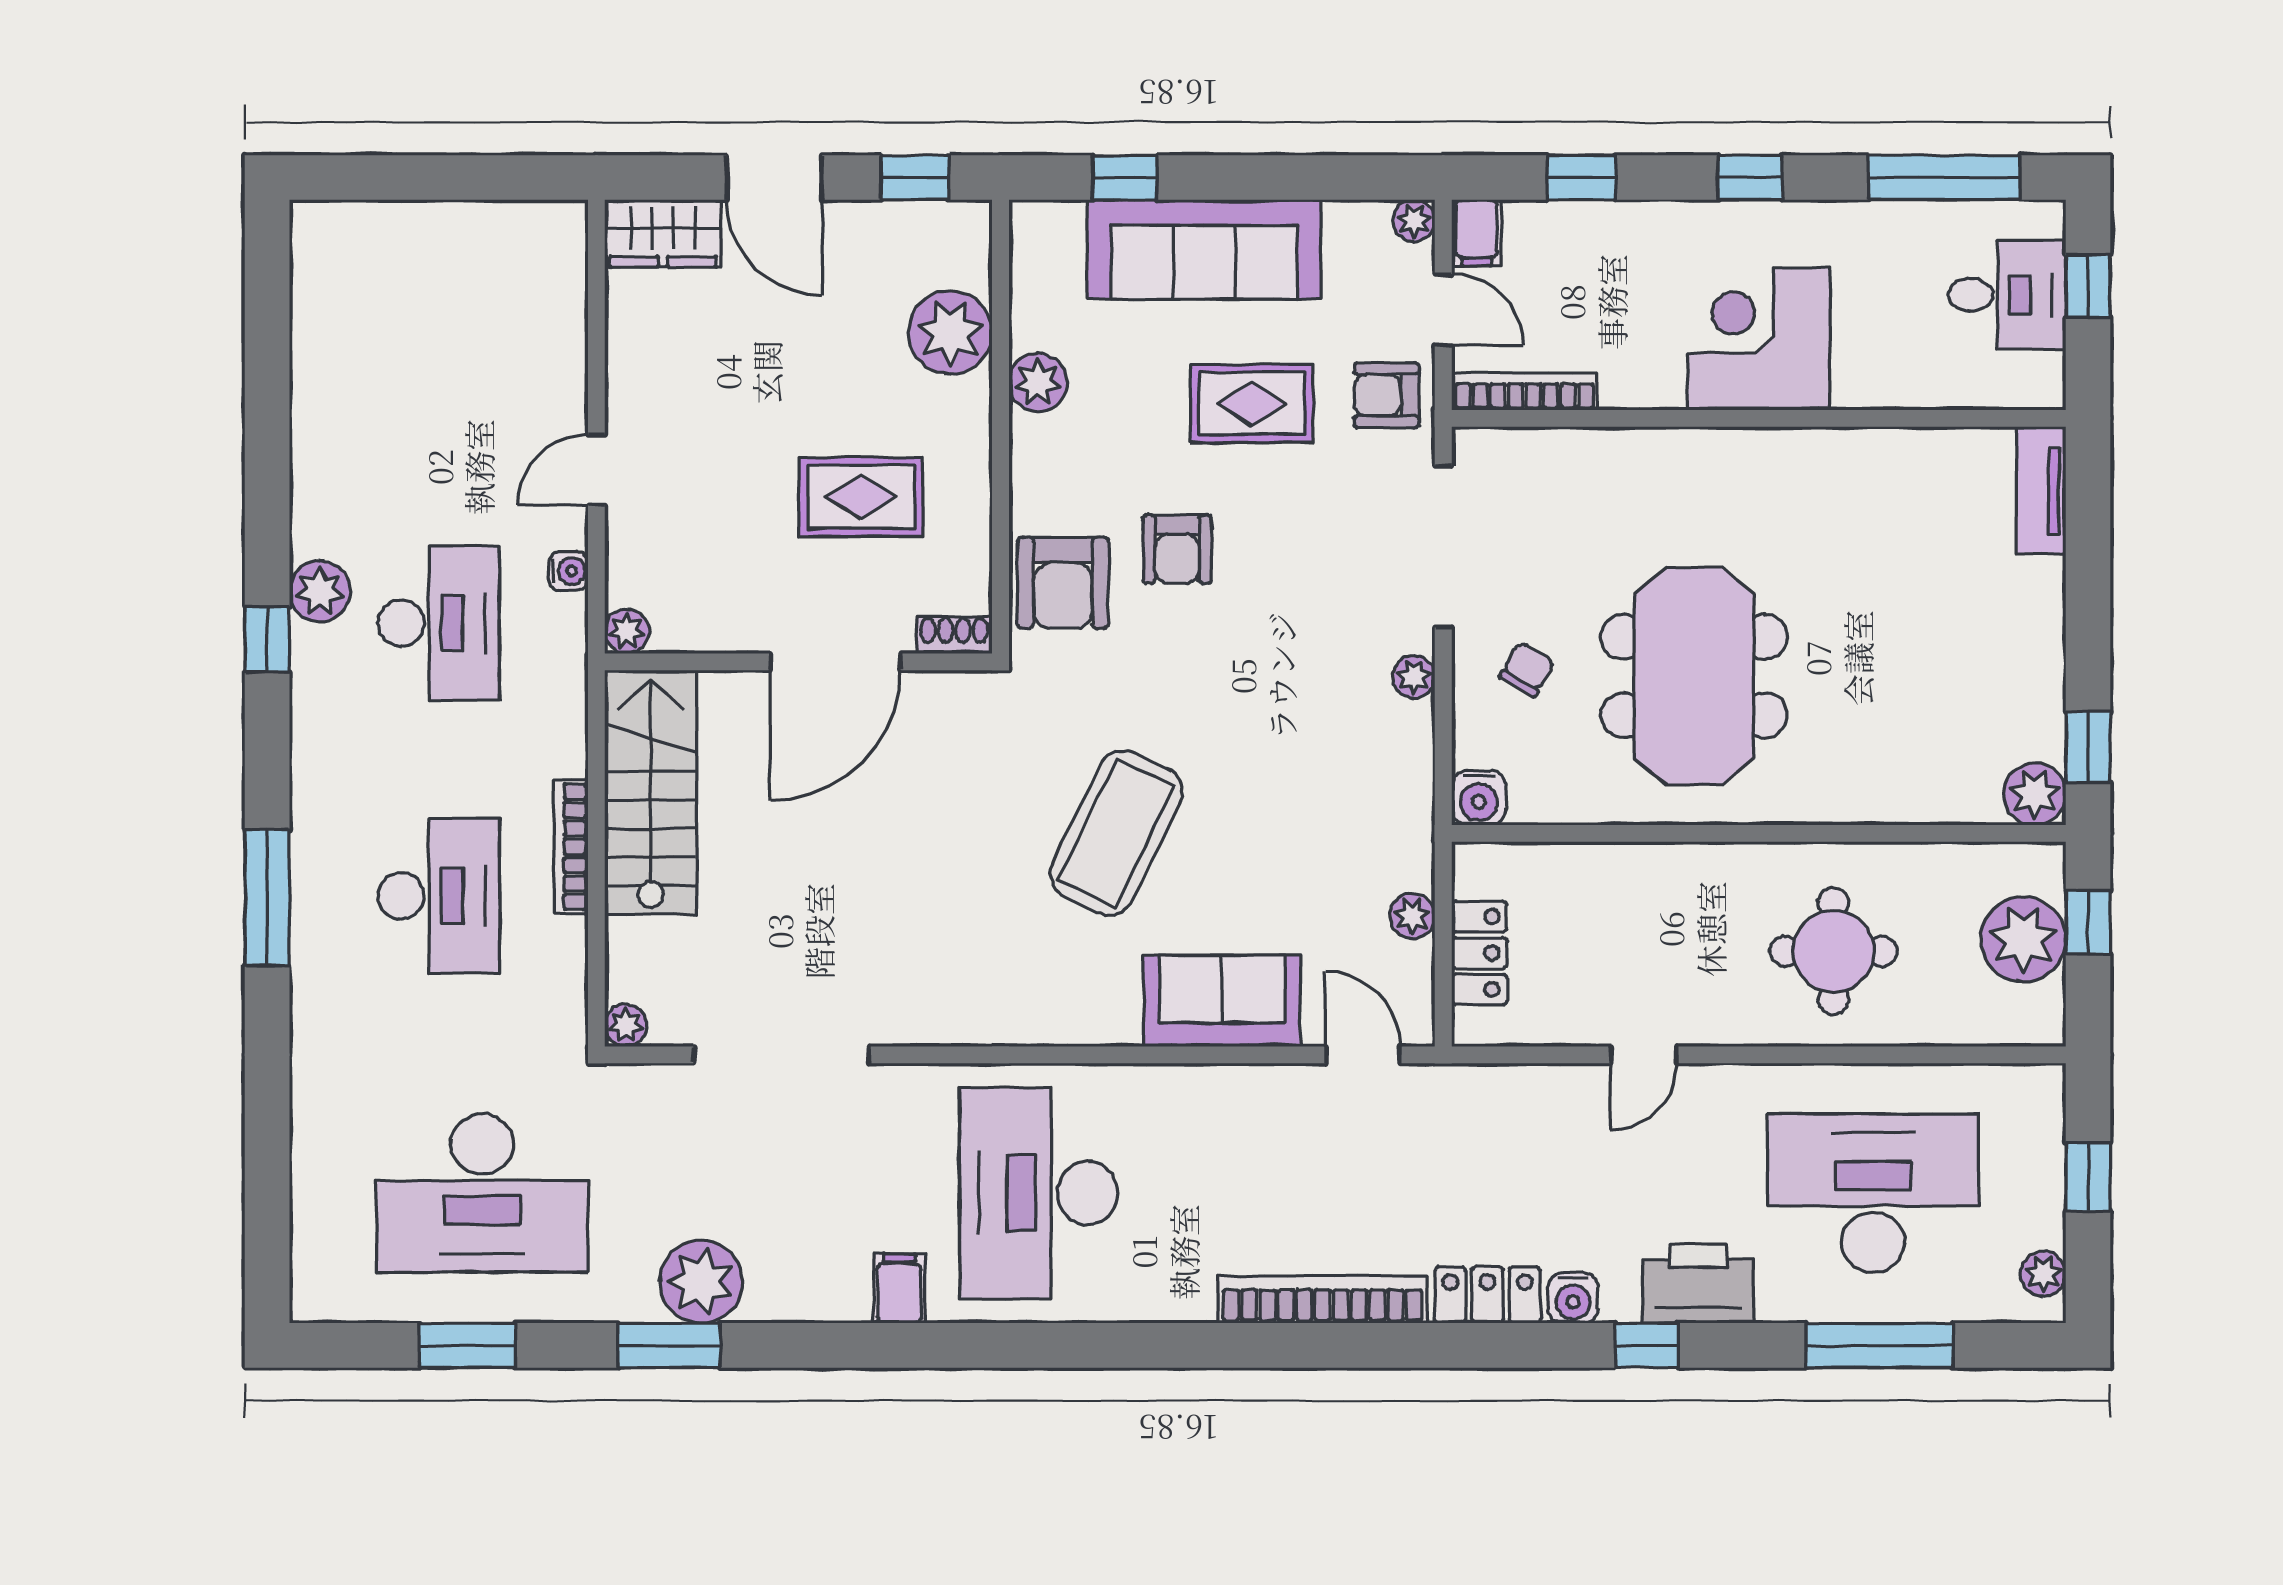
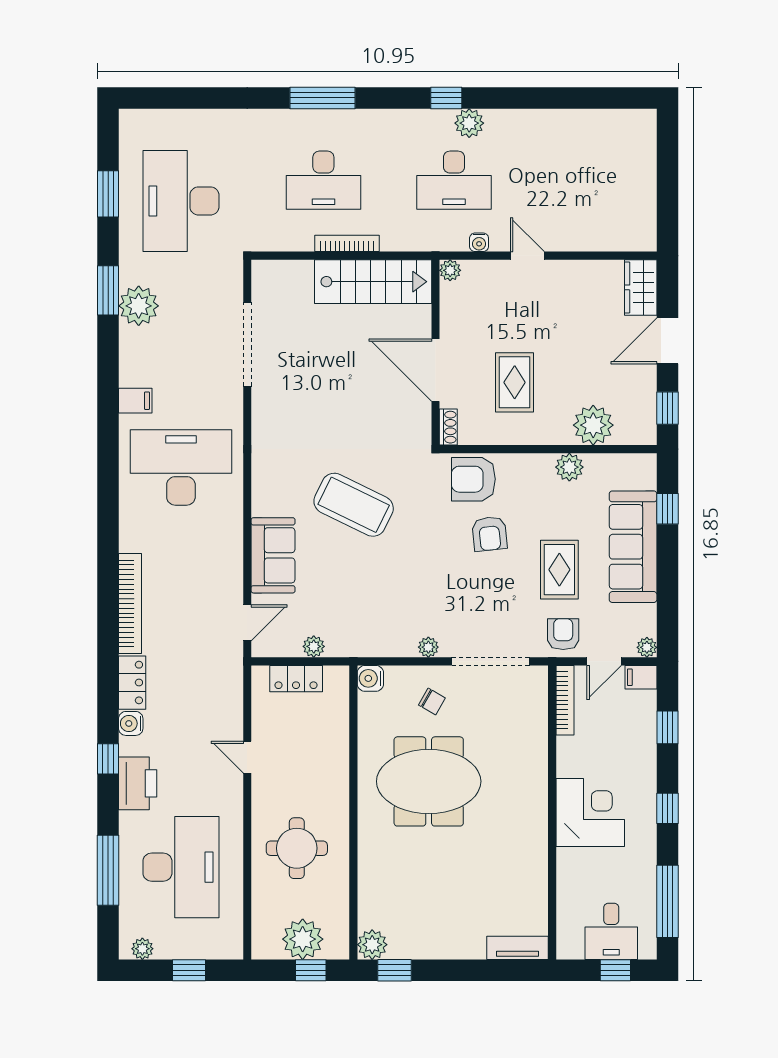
armchair: (1177, 549) -> (489, 534), turned -96
plant: (626, 1025) -> (261, 270), removed

